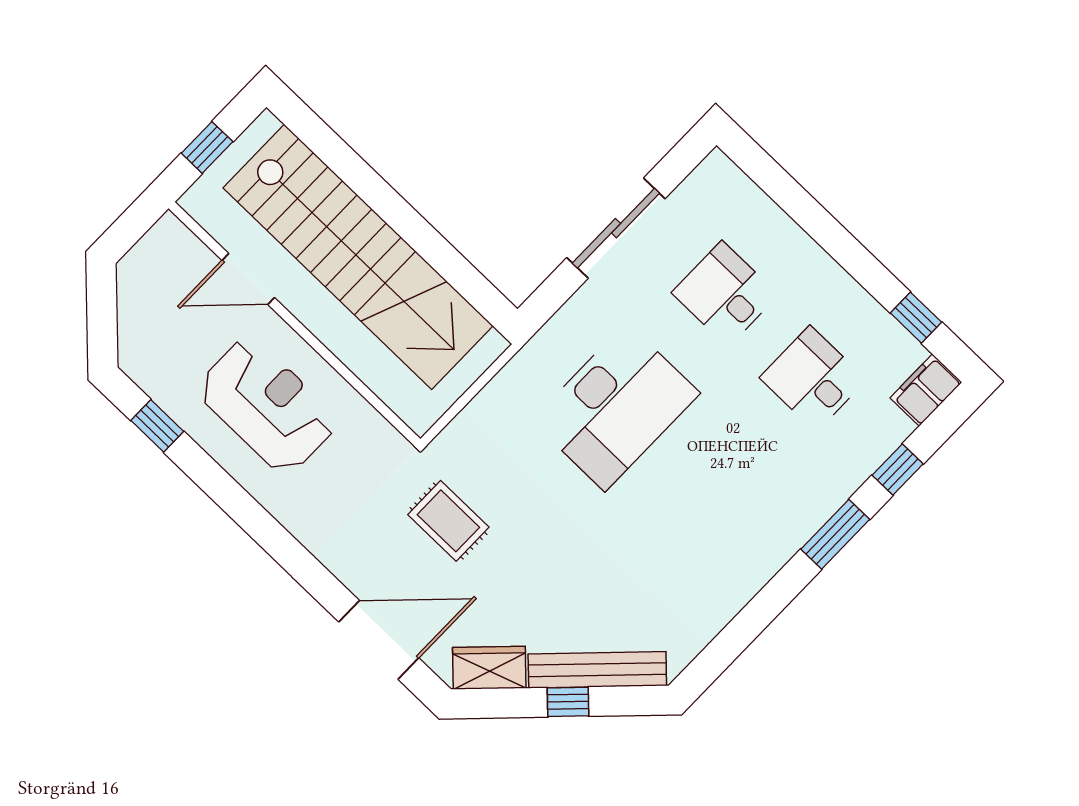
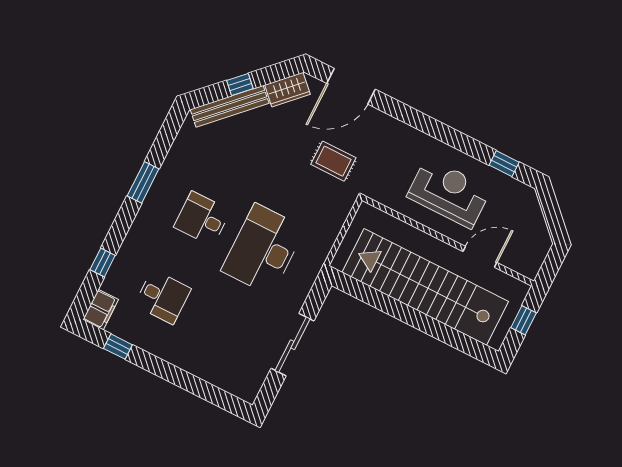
desk: (725, 294) -> (202, 219), moved, turned 180
reception desk: (267, 405) -> (449, 193), turned 180
window: (835, 534) -> (143, 182), moved

